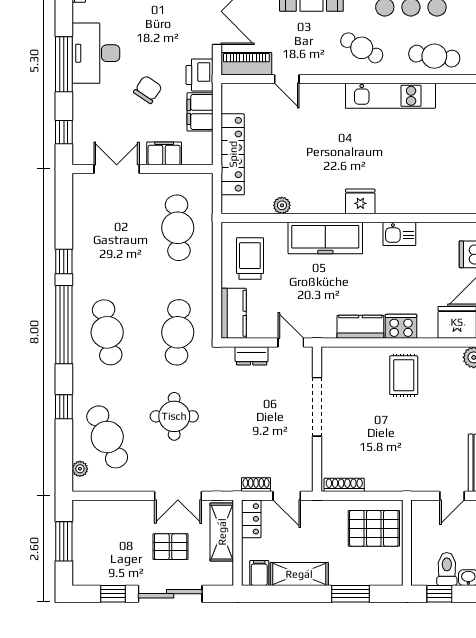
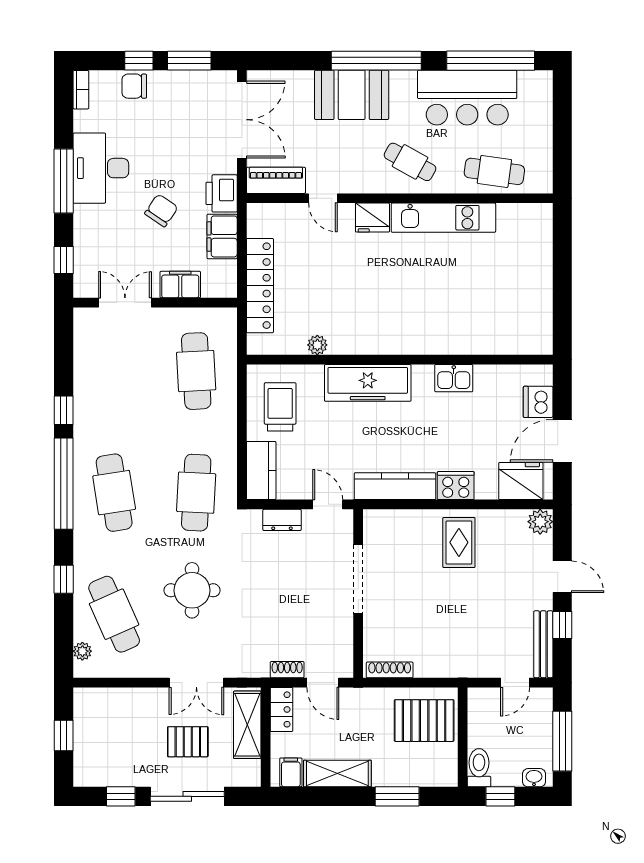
fridge: (360, 201) -> (372, 218), moved, turned 180
kitchen counter: (360, 327) -> (395, 486), width x1.50
window: (64, 541) -> (64, 736), width x0.67
toilet: (447, 569) -> (479, 768), moved

